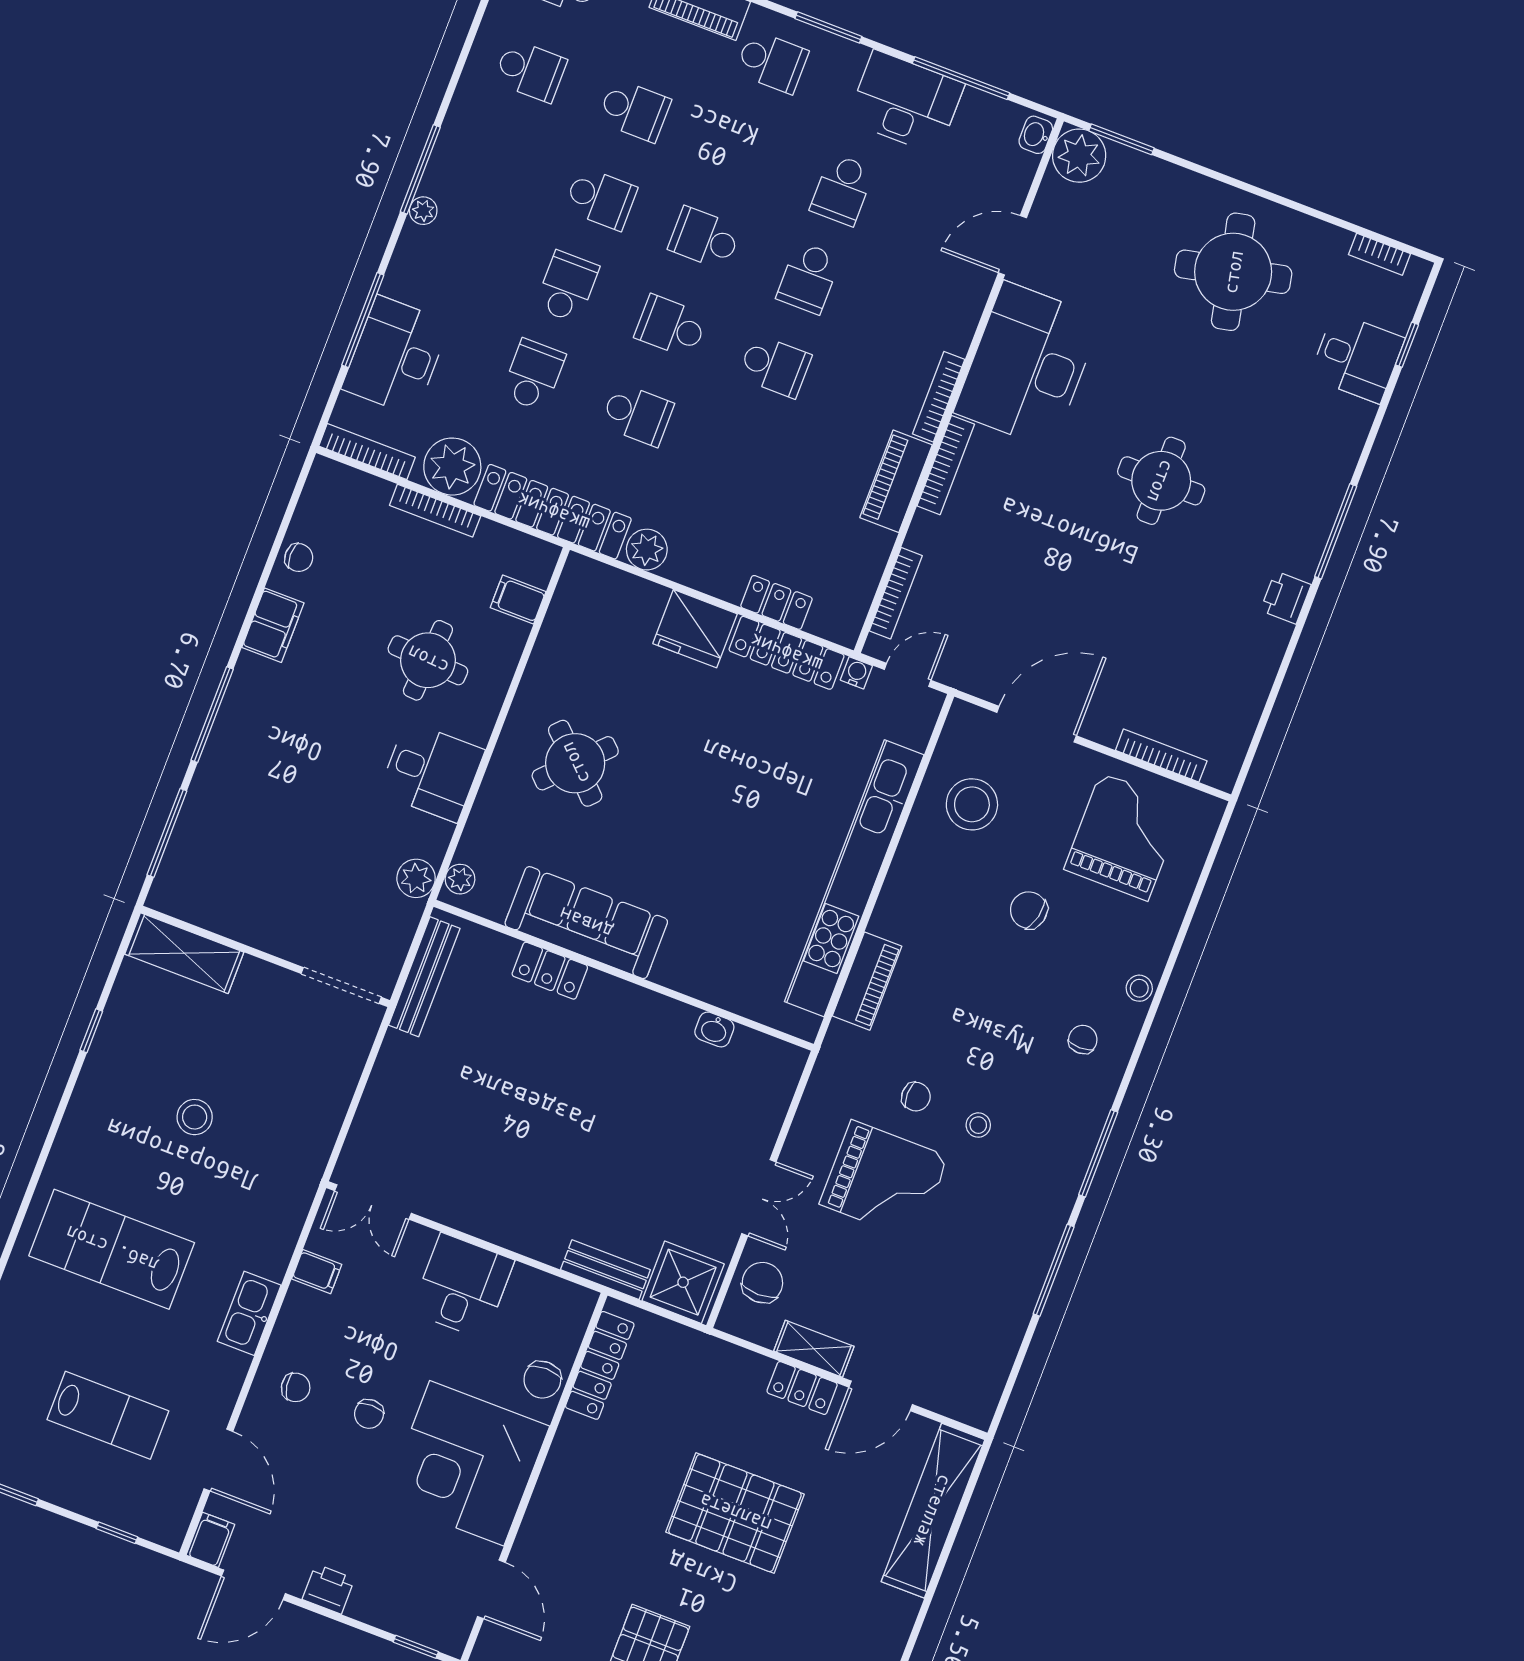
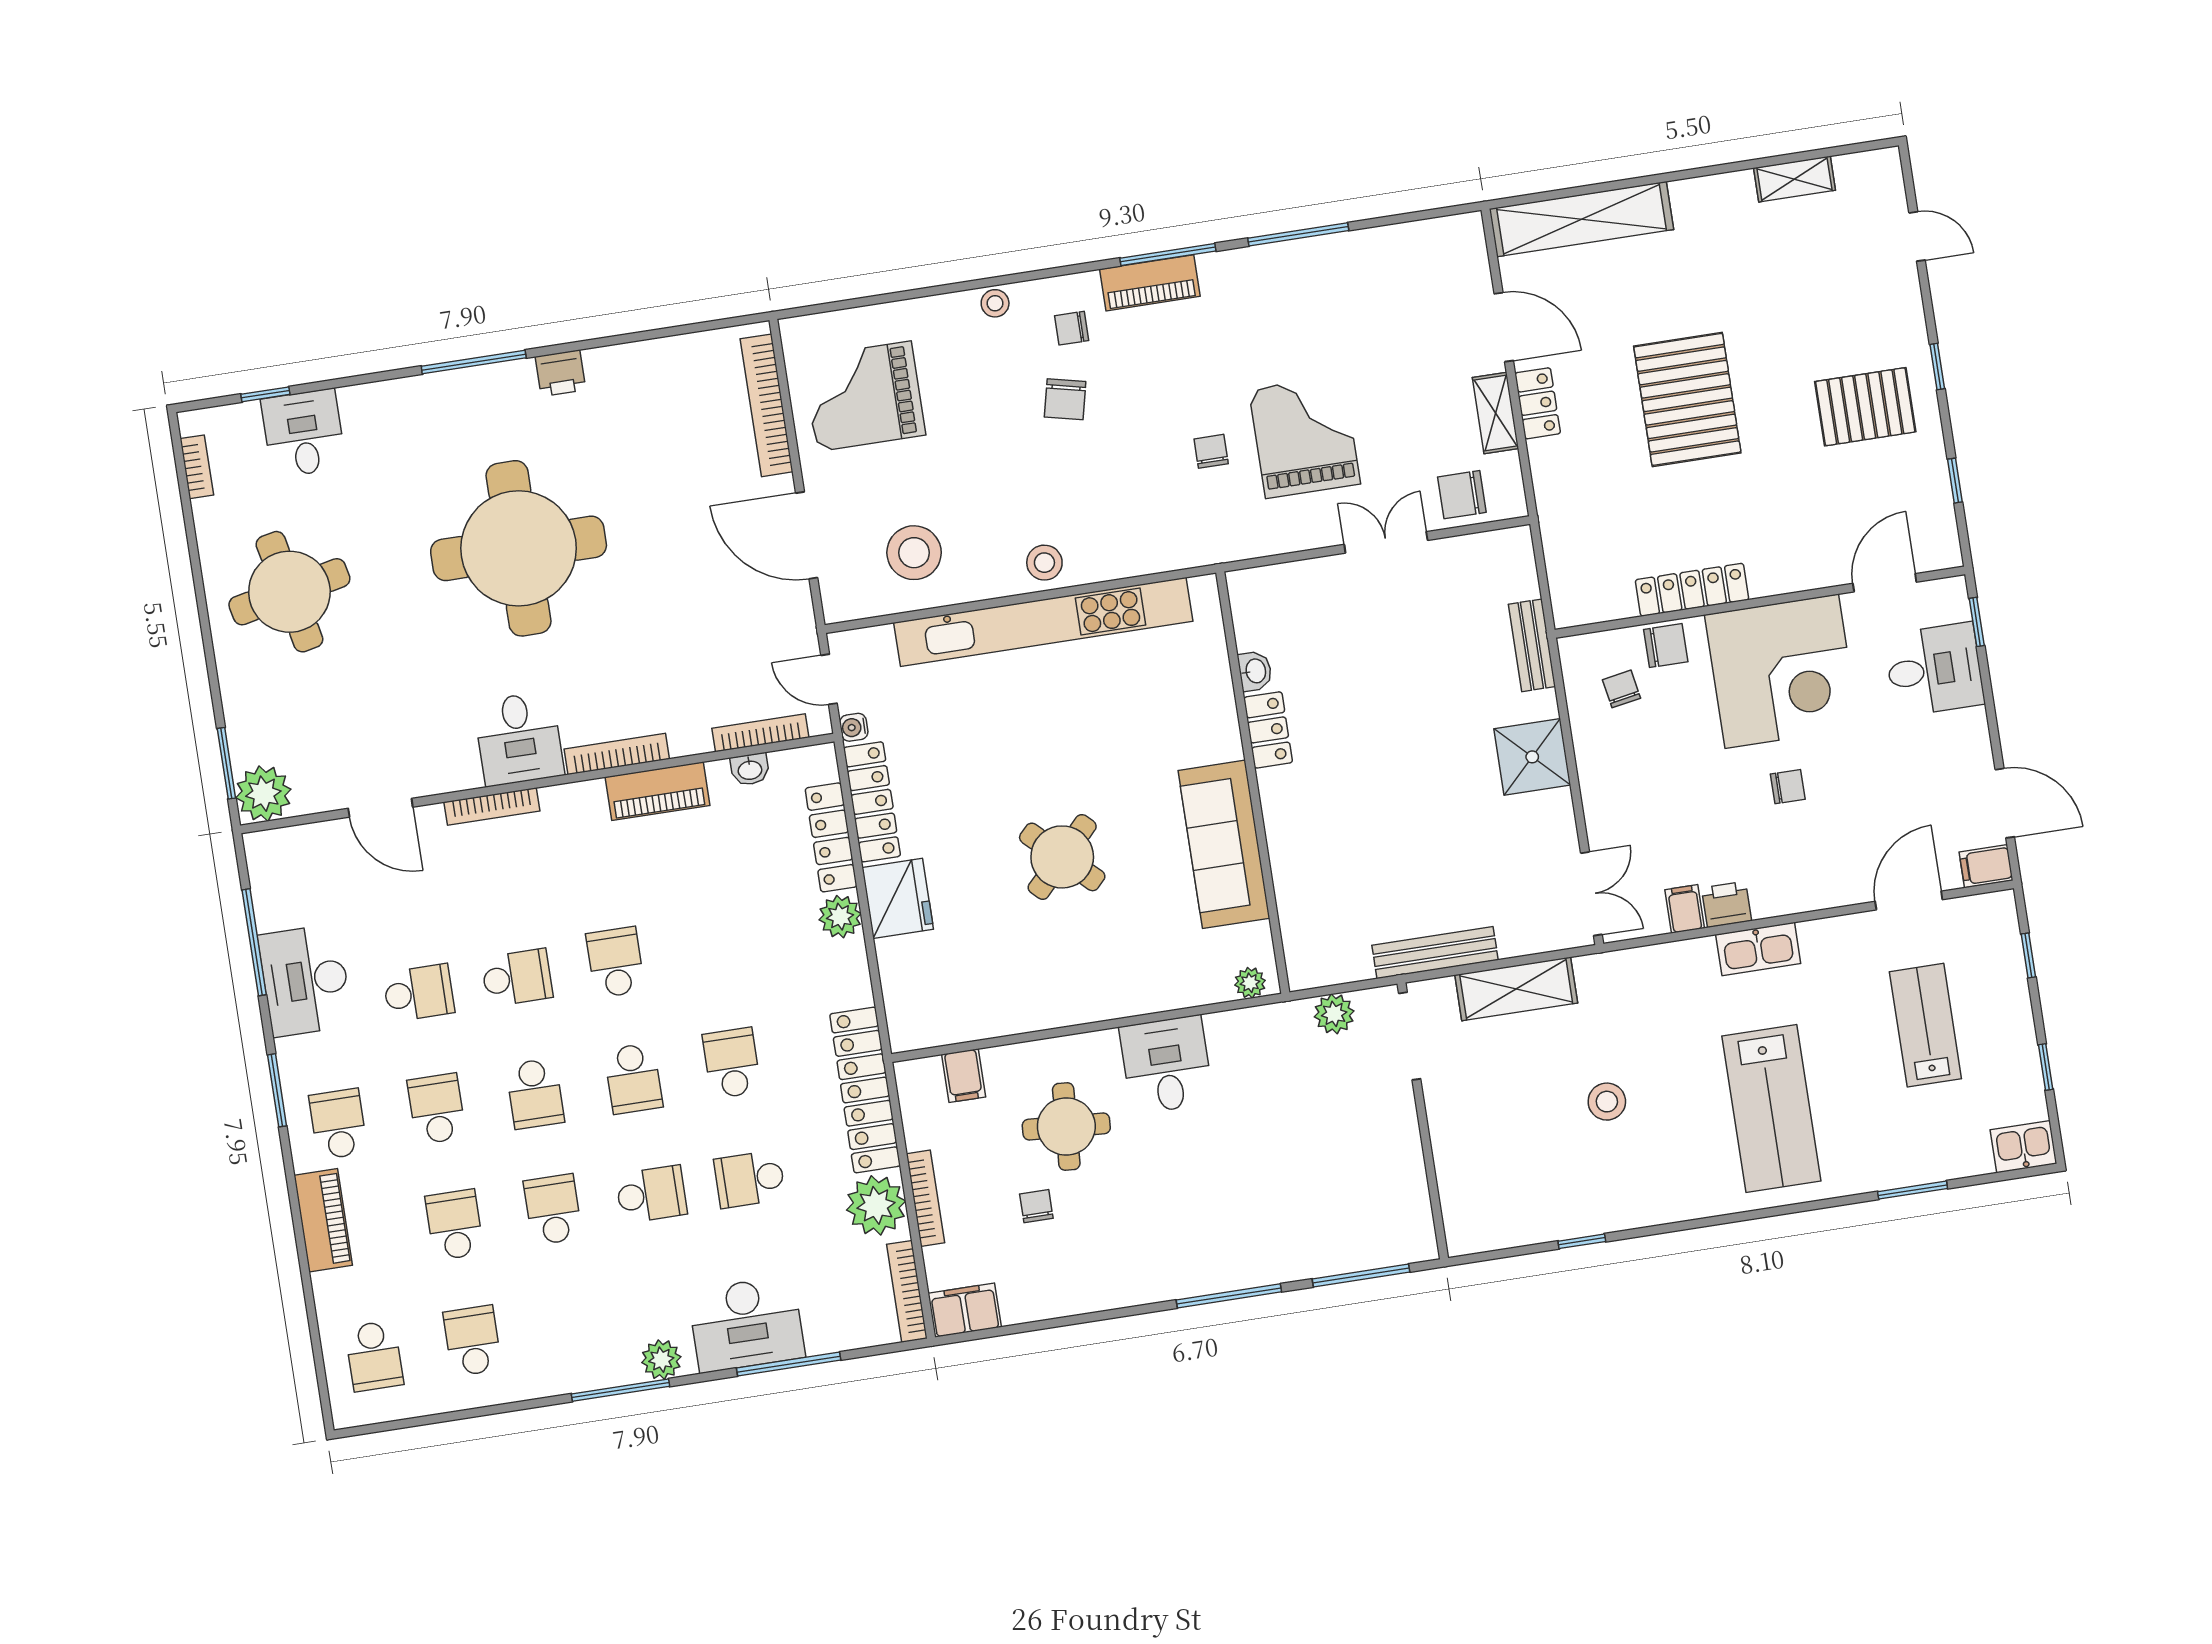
washbasin: (1036, 135) -> (750, 769), moved
school desk: (738, 150) -> (437, 1109), added
plant: (423, 211) -> (661, 1360), width x1.38, depth x1.38
school desk: (567, 287) -> (651, 1194), turned 180
desk: (396, 356) -> (746, 1324), moved
desk: (1028, 365) -> (519, 739), width x0.53, depth x0.77
bookcase: (939, 397) -> (492, 807), moved
round table: (1161, 481) -> (519, 548), width x1.86, depth x1.86
plant: (647, 550) -> (840, 917), moved
chair: (299, 558) -> (1036, 1206), moved
locker: (776, 602) -> (831, 837), width x1.53
filing cabinet: (273, 625) -> (965, 1310), moved
bookcase: (1161, 756) -> (767, 405), width x1.48, depth x1.31
round table: (575, 763) -> (1062, 857), moved
plant: (416, 878) -> (1334, 1014), moved
chair: (1029, 910) -> (1065, 399), moved
shelving: (184, 953) -> (1516, 989), moved, turned 90
locker: (550, 971) -> (1268, 730), moved
bench: (424, 977) -> (1435, 953), moved
piano: (867, 981) -> (1150, 283), moved, turned 180
stool: (978, 1125) -> (1044, 563), moved, width x1.37, depth x1.37
shower: (683, 1282) -> (1532, 757), moved
desk: (463, 1286) -> (1934, 669), moved, turned 180
locker: (600, 1365) -> (1692, 590), moved
chair: (296, 1387) -> (1622, 689), moved
printer: (328, 1589) -> (1726, 904), moved, turned 90

